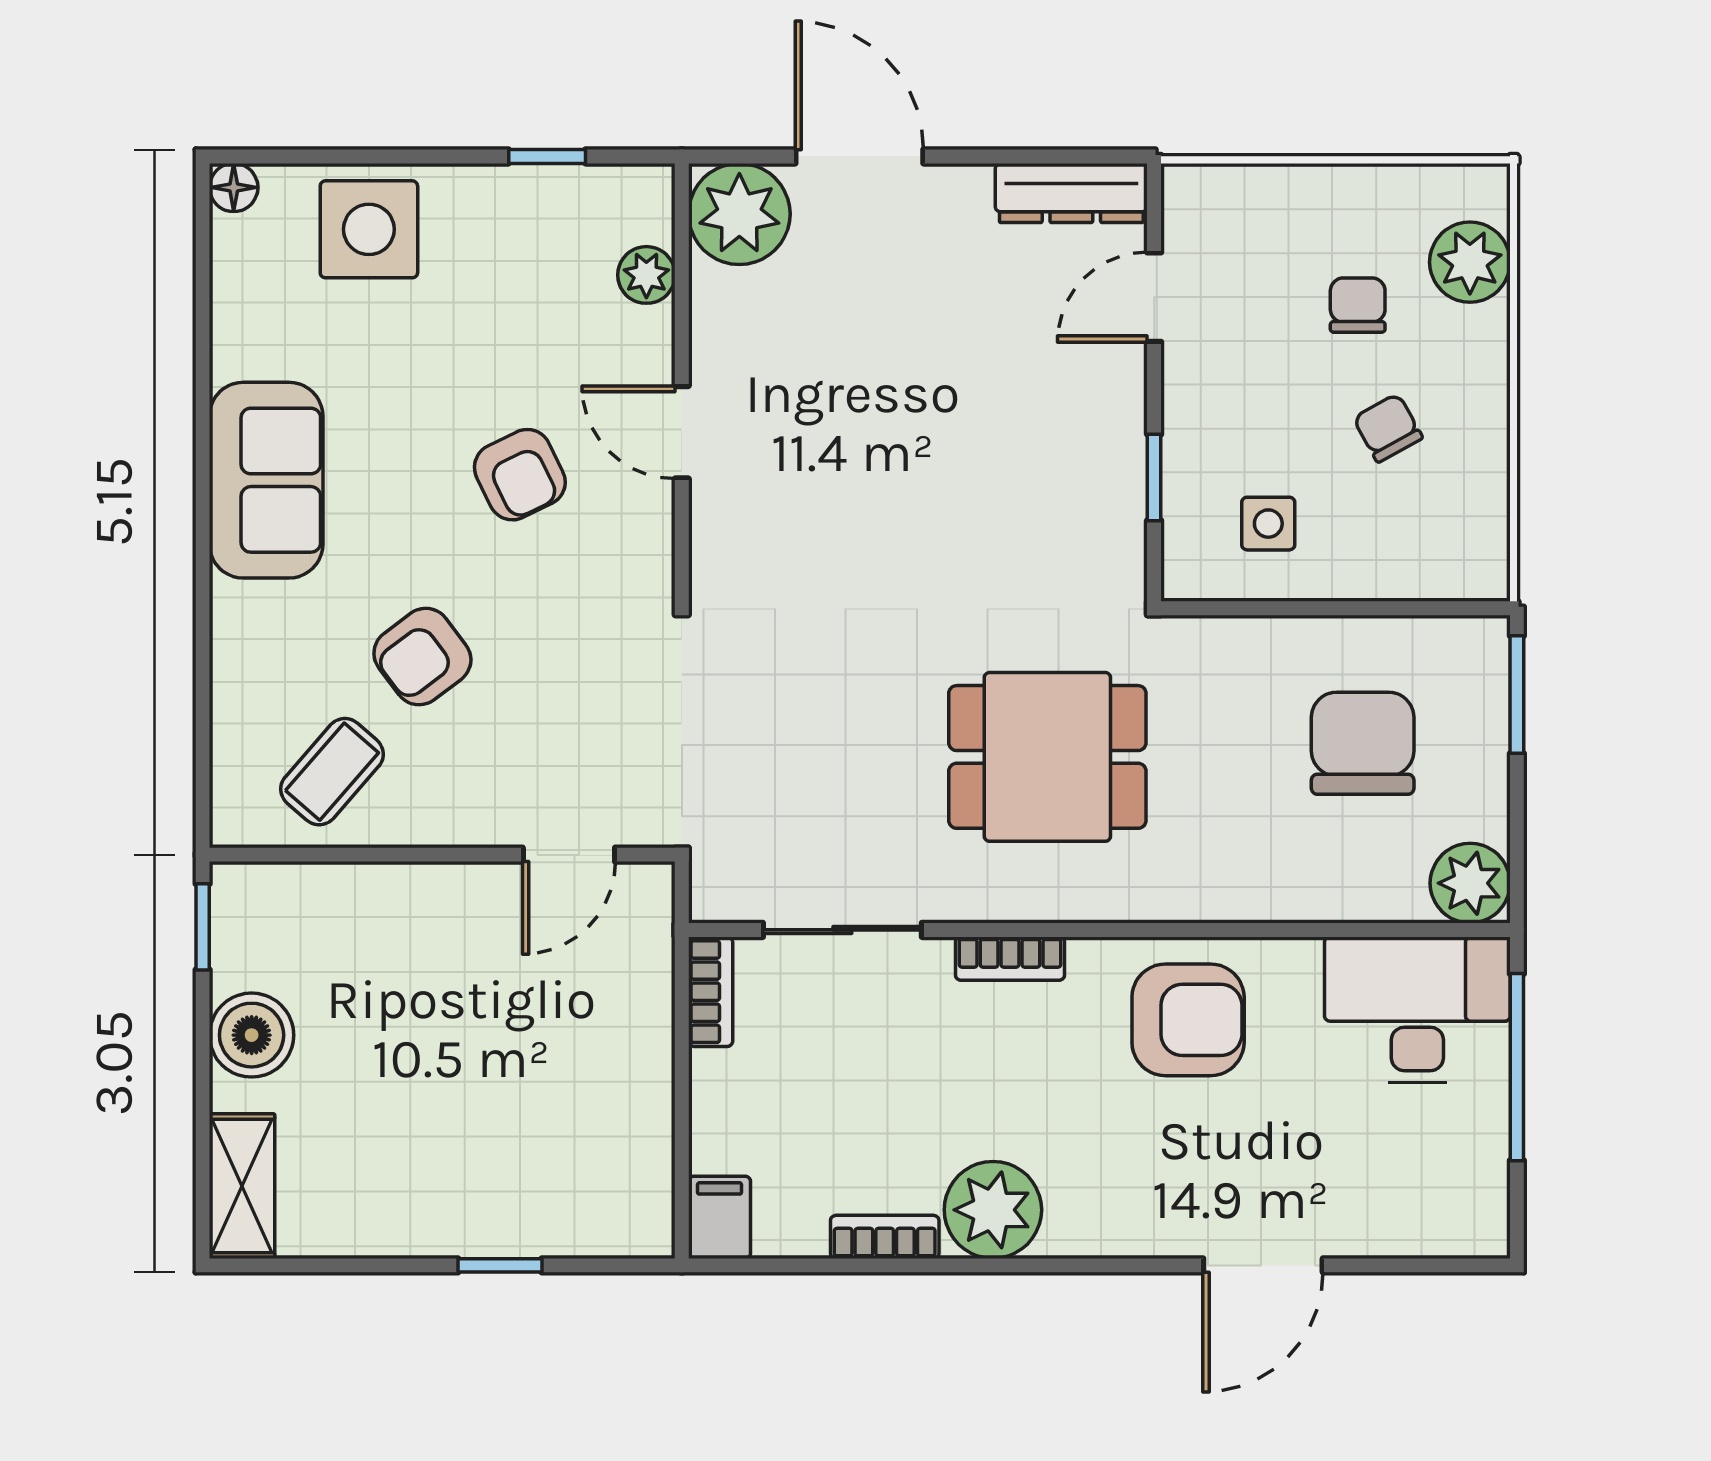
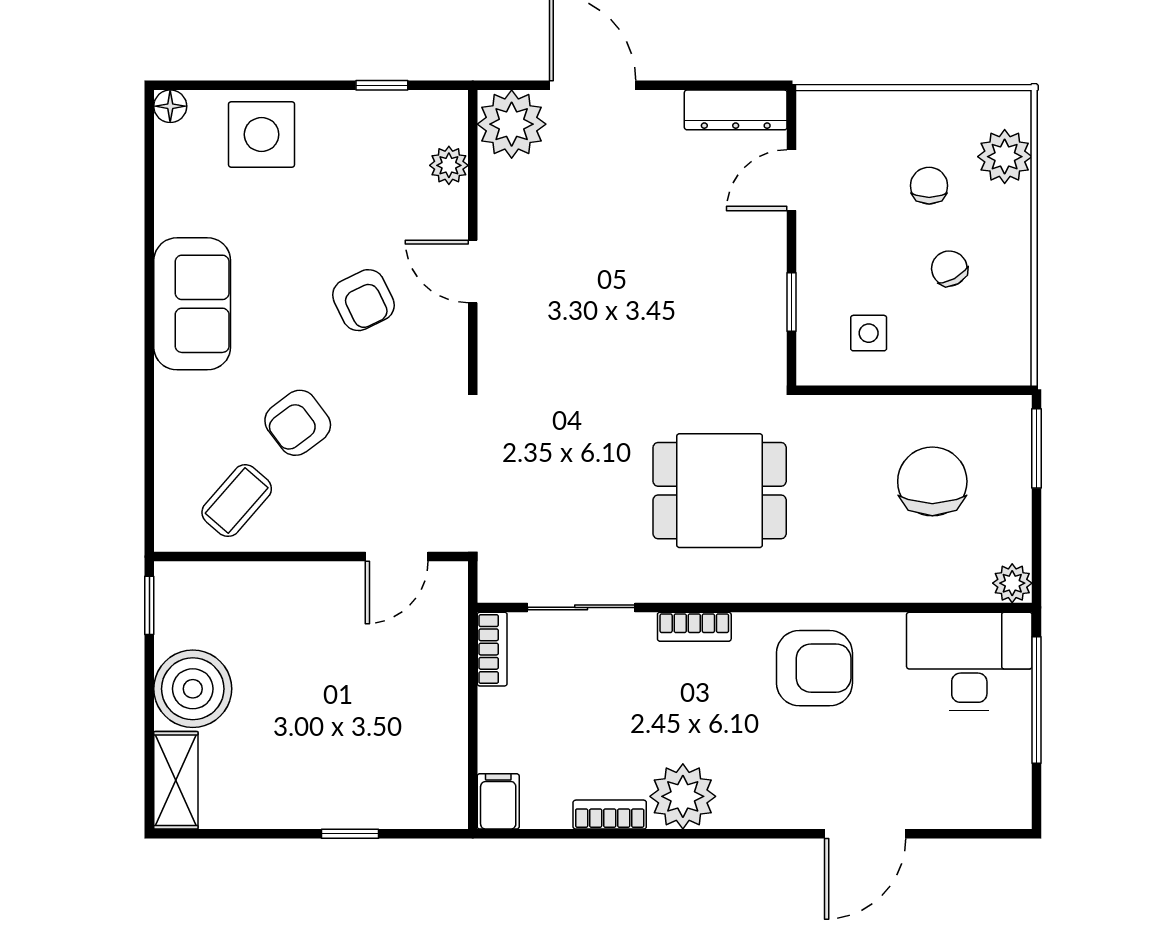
plant: (1470, 883) -> (1012, 583), width x0.73, depth x0.73
boiler: (252, 1035) -> (193, 689), width x1.37, depth x1.37

